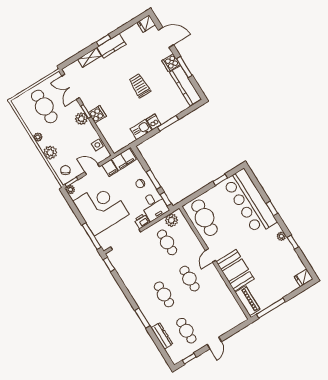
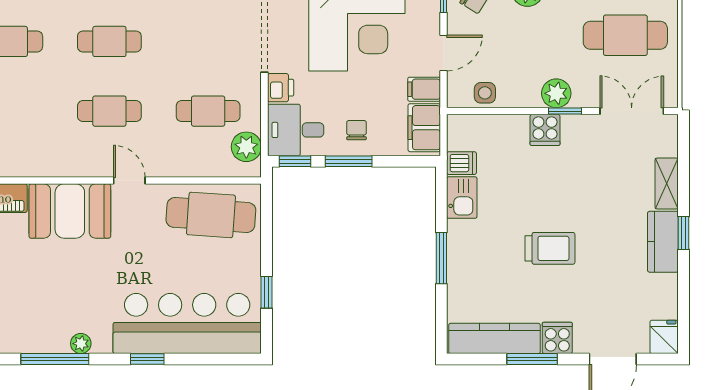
dishwasher: (154, 122) -> (461, 163), moved
window: (293, 242) -> (55, 359), width x2.17

